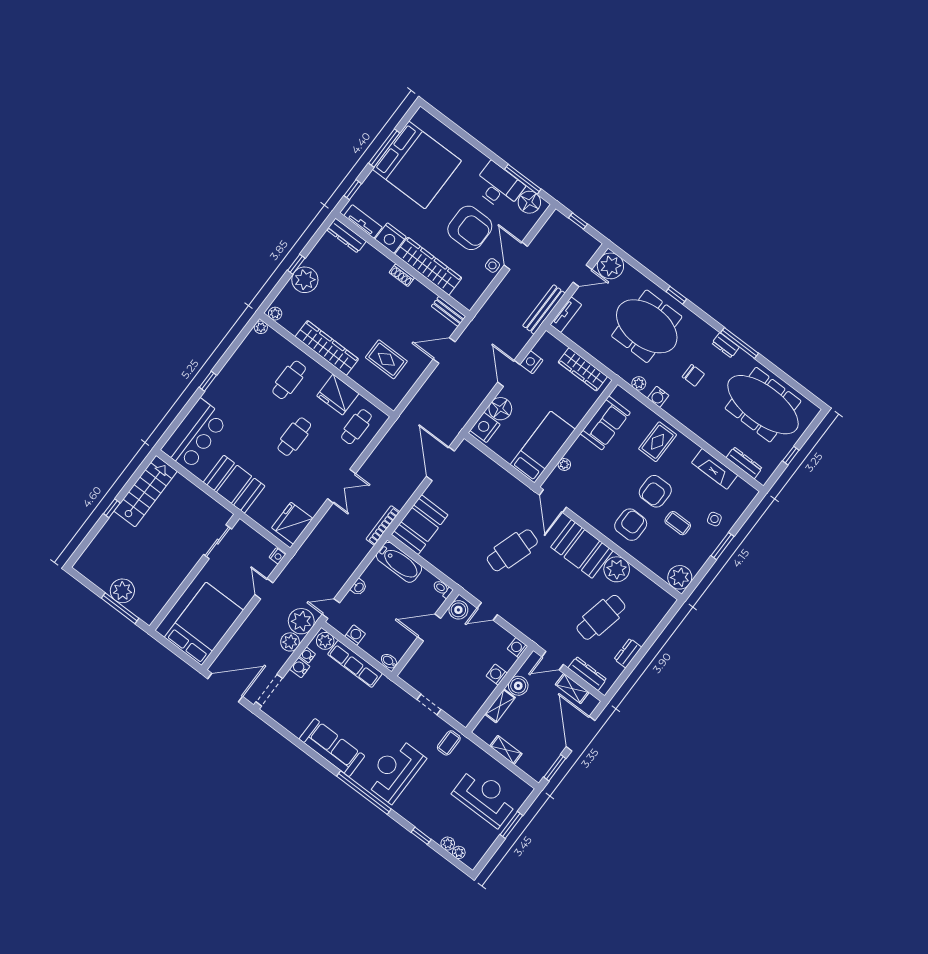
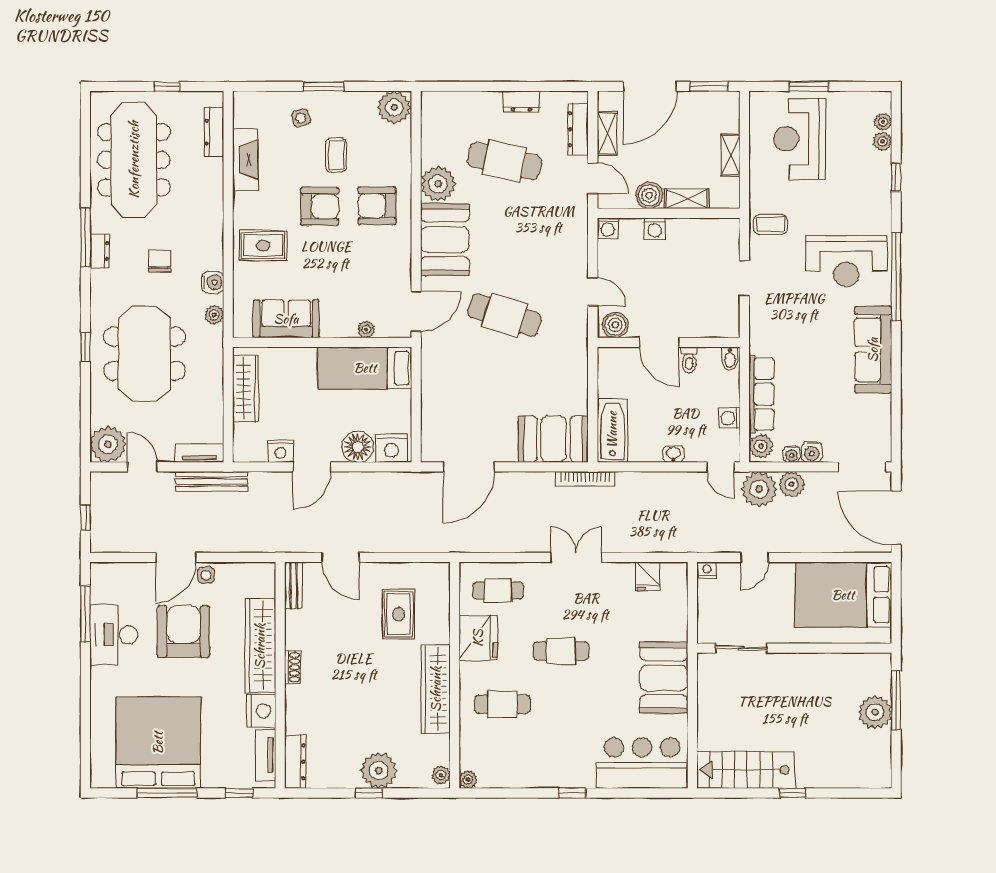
floor lamp: (529, 202) -> (105, 587), removed
fridge: (292, 523) -> (648, 576), width x0.53, depth x0.75
toilet: (443, 589) -> (689, 360), moved

